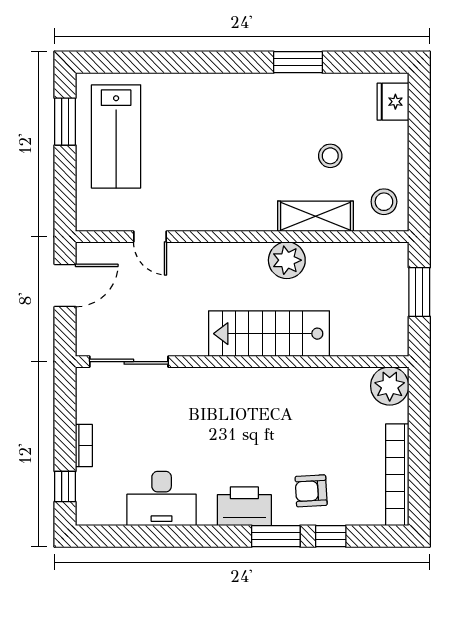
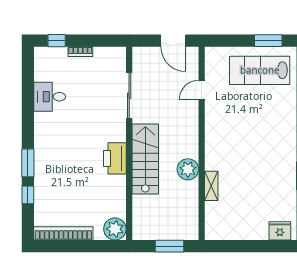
stool: (330, 156) -> (248, 195), removed
stool: (384, 202) -> (222, 226), removed
shelving: (315, 216) -> (211, 186), width x0.67, depth x0.75
sliding door: (129, 362) -> (129, 96), moved
armchair: (311, 491) -> (54, 183), removed
desk: (162, 499) -> (50, 97), width x0.73
printer: (244, 506) -> (115, 158), moved, turned 180

